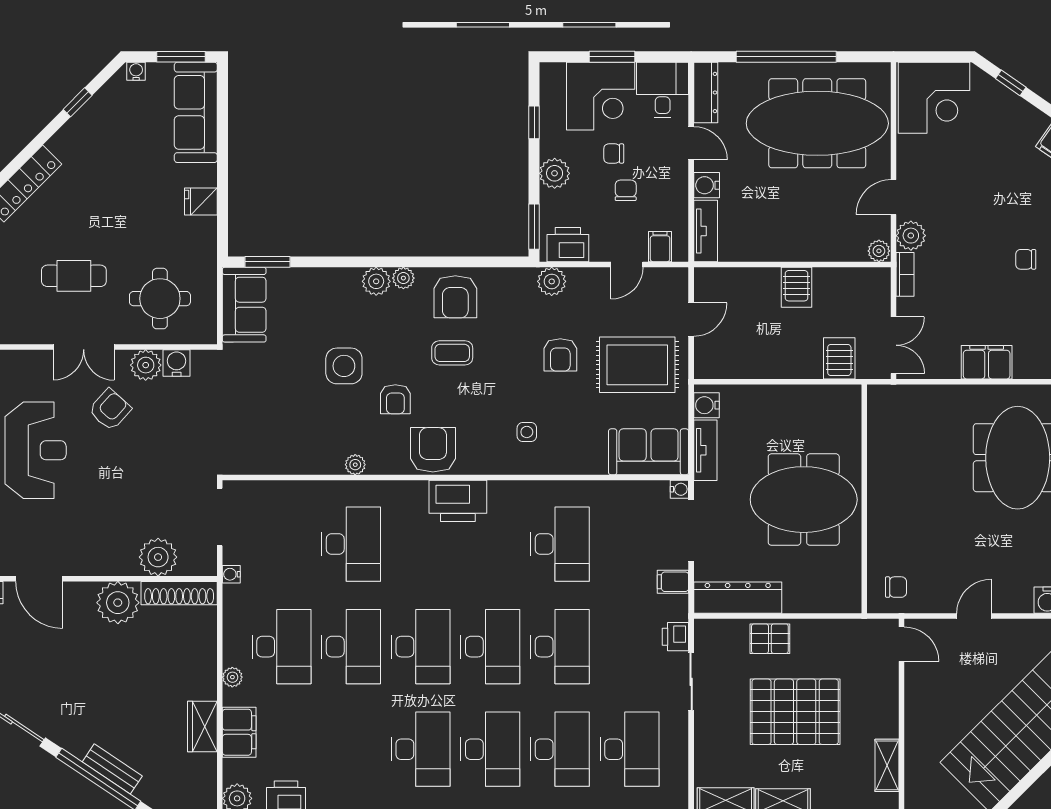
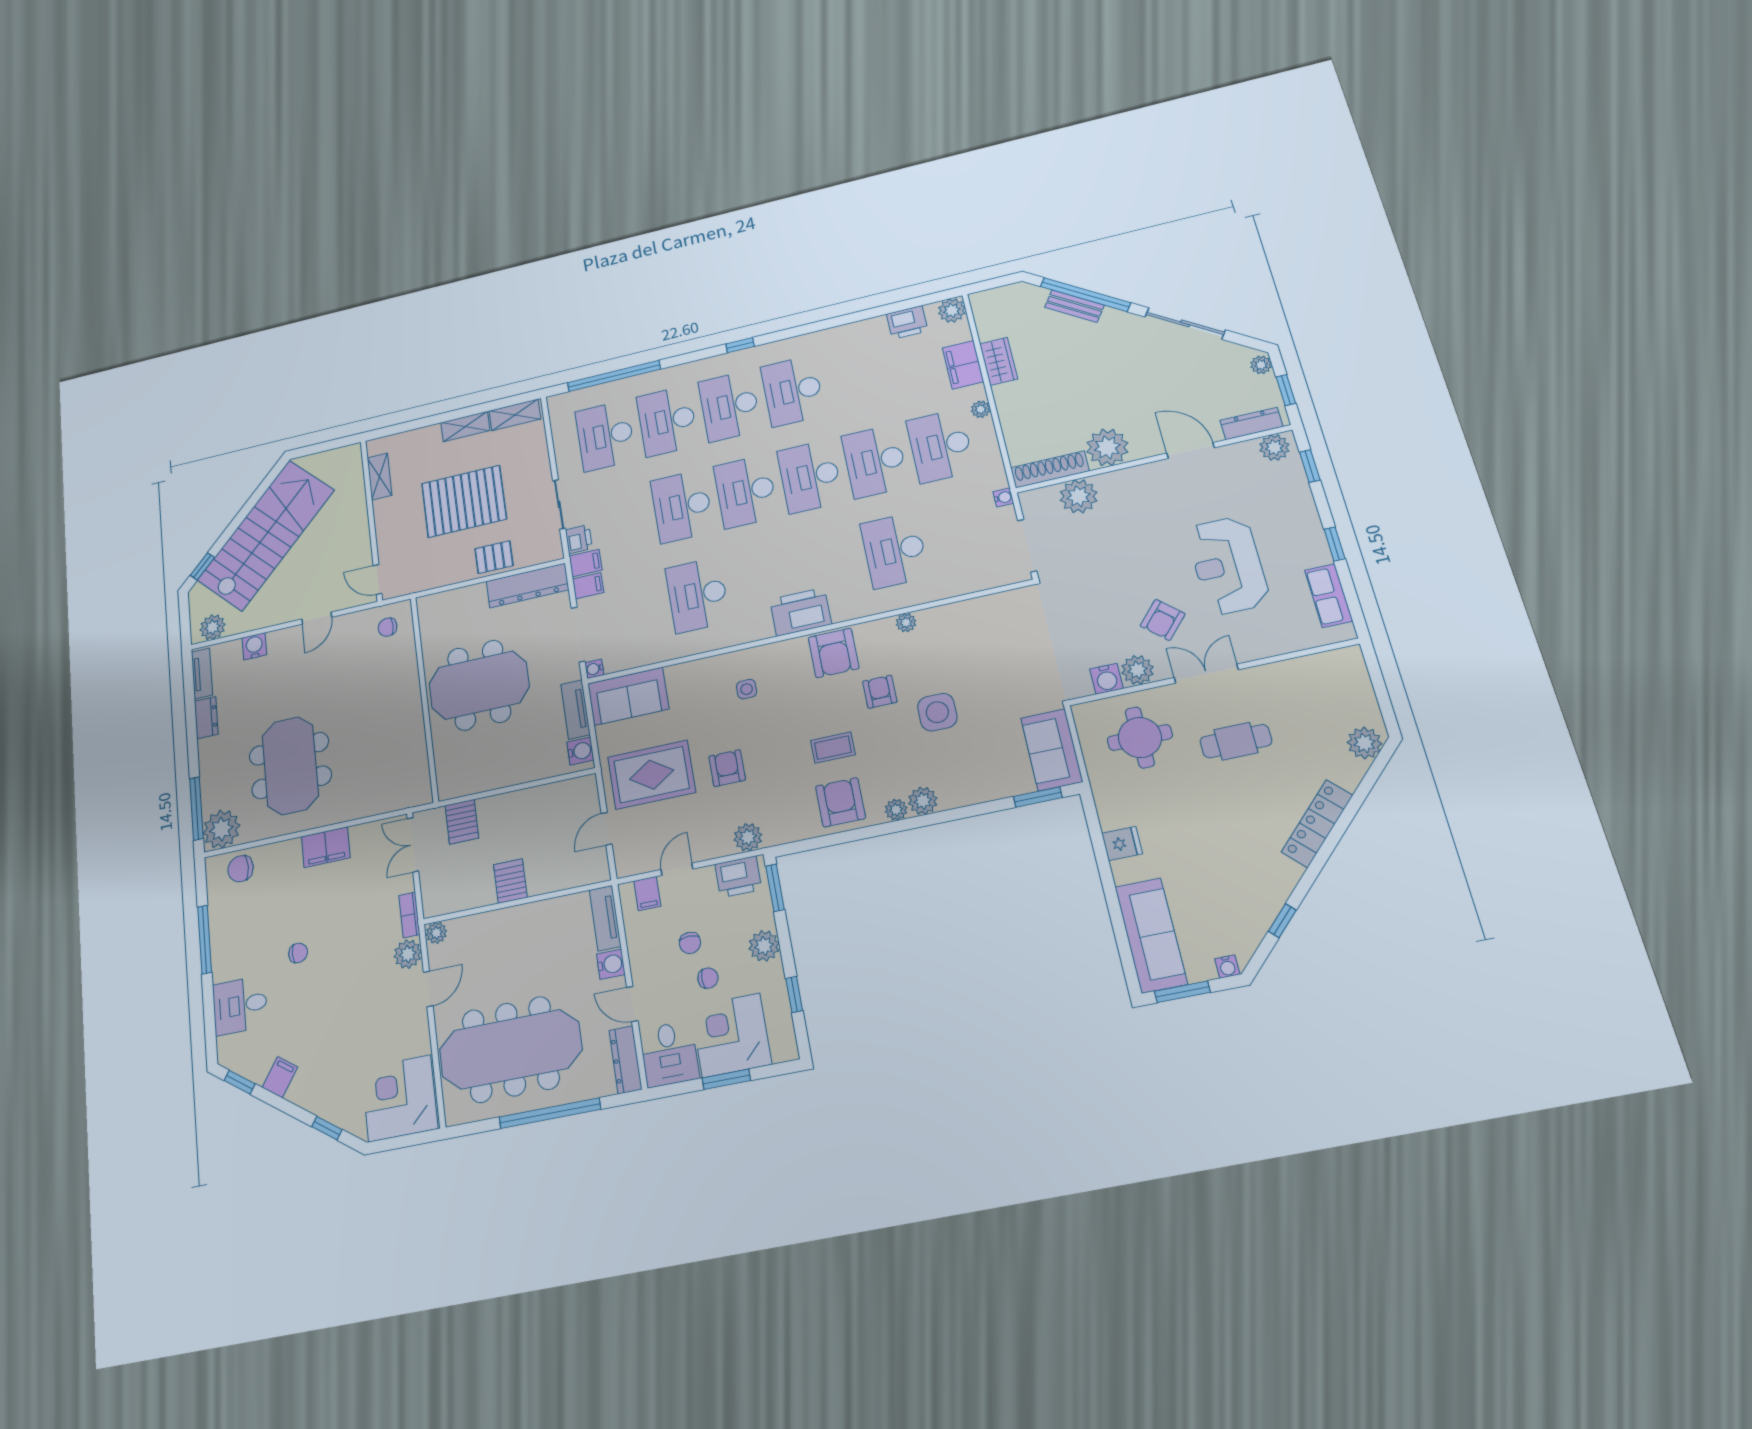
filing cabinet: (672, 608) -> (586, 563), added

